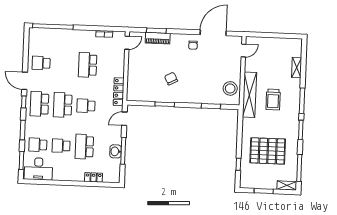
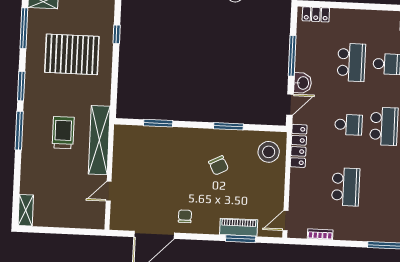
door: (243, 51) -> (109, 191), moved
shelving: (297, 67) -> (26, 210), moved
stool: (230, 88) -> (269, 152), moved
washbasin: (115, 151) -> (303, 83), moved
locker: (94, 177) -> (316, 14), moved

